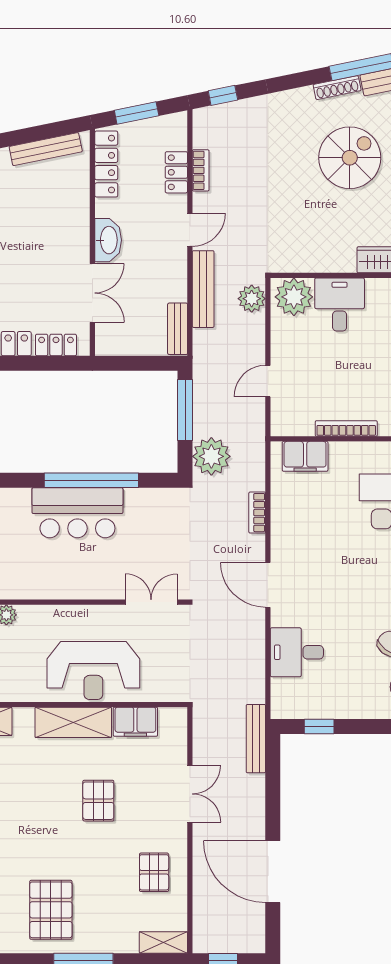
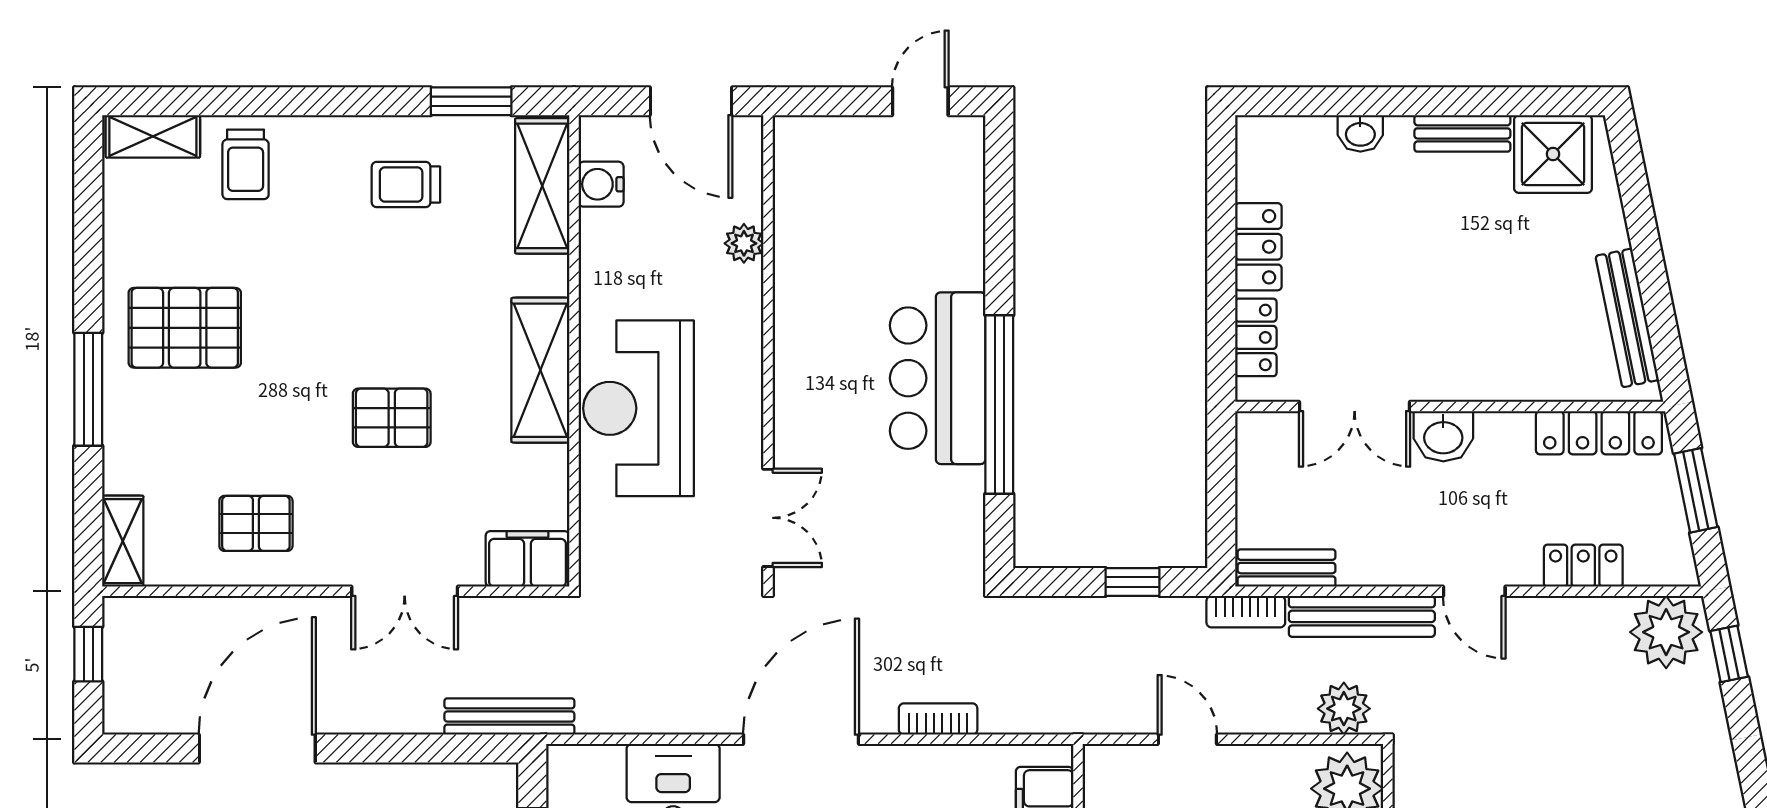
bookcase: (201, 170) -> (1246, 612), moved
washbasin: (108, 240) -> (1443, 436), width x0.72
window: (185, 410) -> (1132, 582), width x0.46
plant: (211, 456) -> (1666, 632), moved
door: (268, 585) -> (801, 739), width x1.36
filing cabinet: (135, 722) -> (527, 559), moved, turned 90

